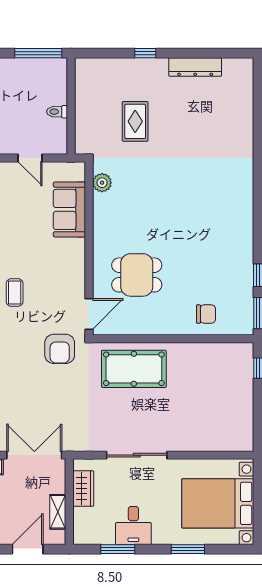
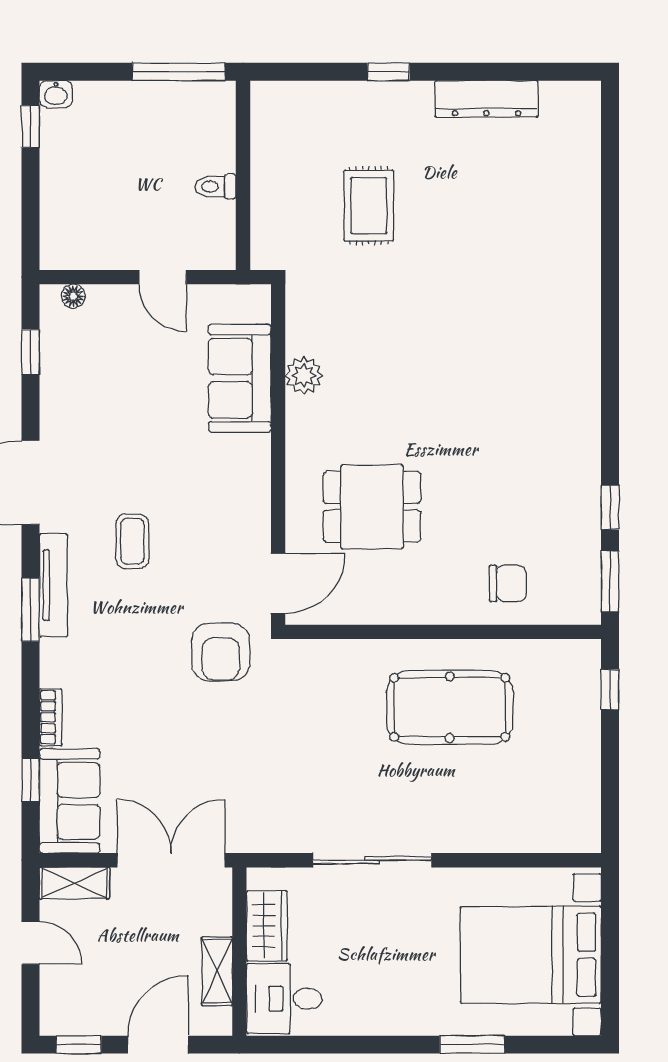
plant: (102, 183) -> (304, 375), moved
pool table: (134, 369) -> (450, 707), moved
desk: (133, 525) -> (284, 999), moved, turned 90
window: (118, 549) -> (335, 1045), removed

